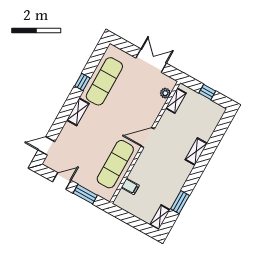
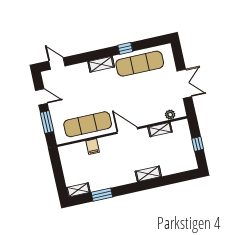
shelving: (176, 101) -> (160, 130), moved
filing cabinet: (130, 186) -> (93, 147), moved

